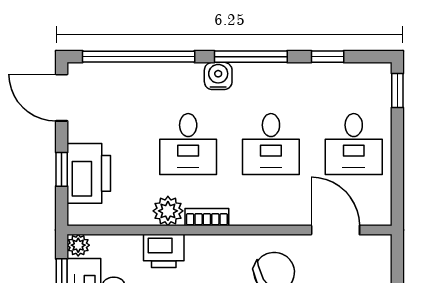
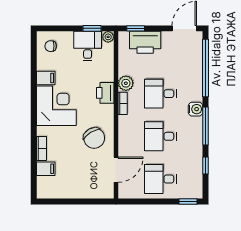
window: (62, 169) -> (136, 28), moved
printer: (164, 251) -> (105, 93), moved

